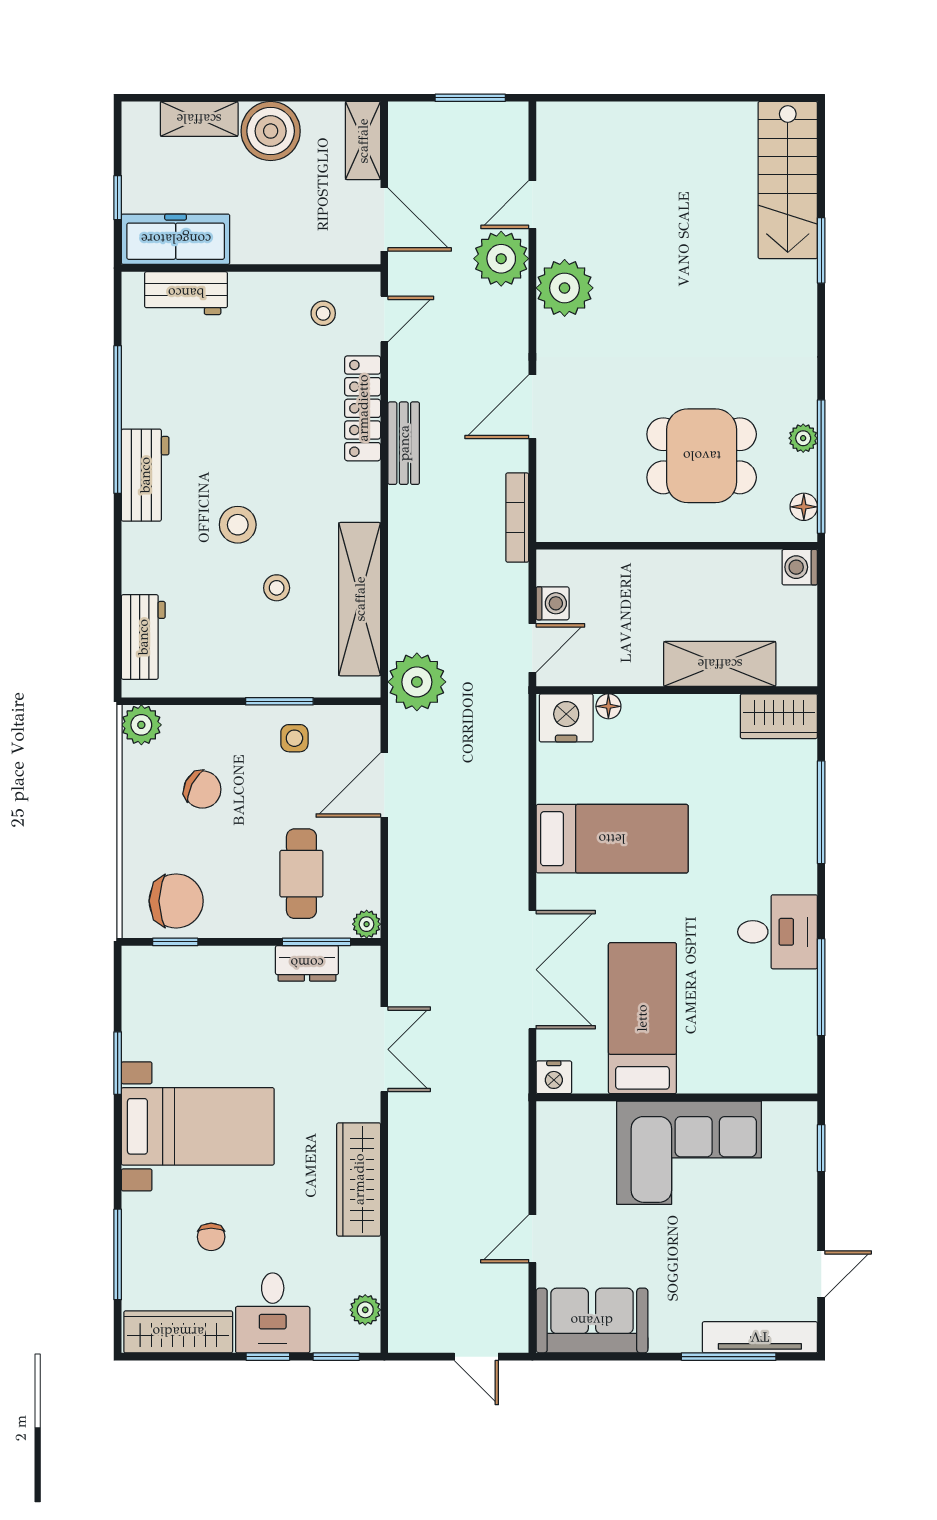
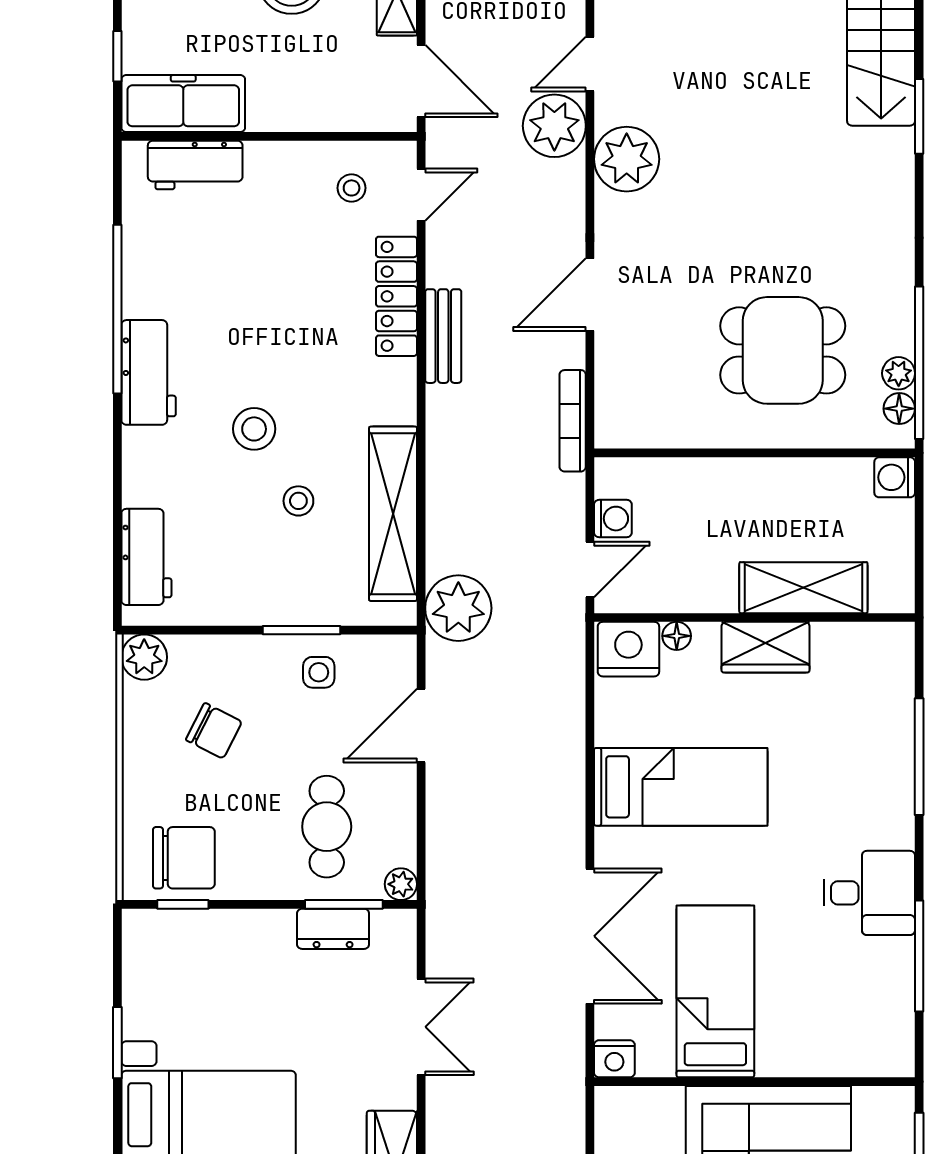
plant: (803, 438) -> (899, 373), moved
wardrobe: (779, 716) -> (766, 647), moved

